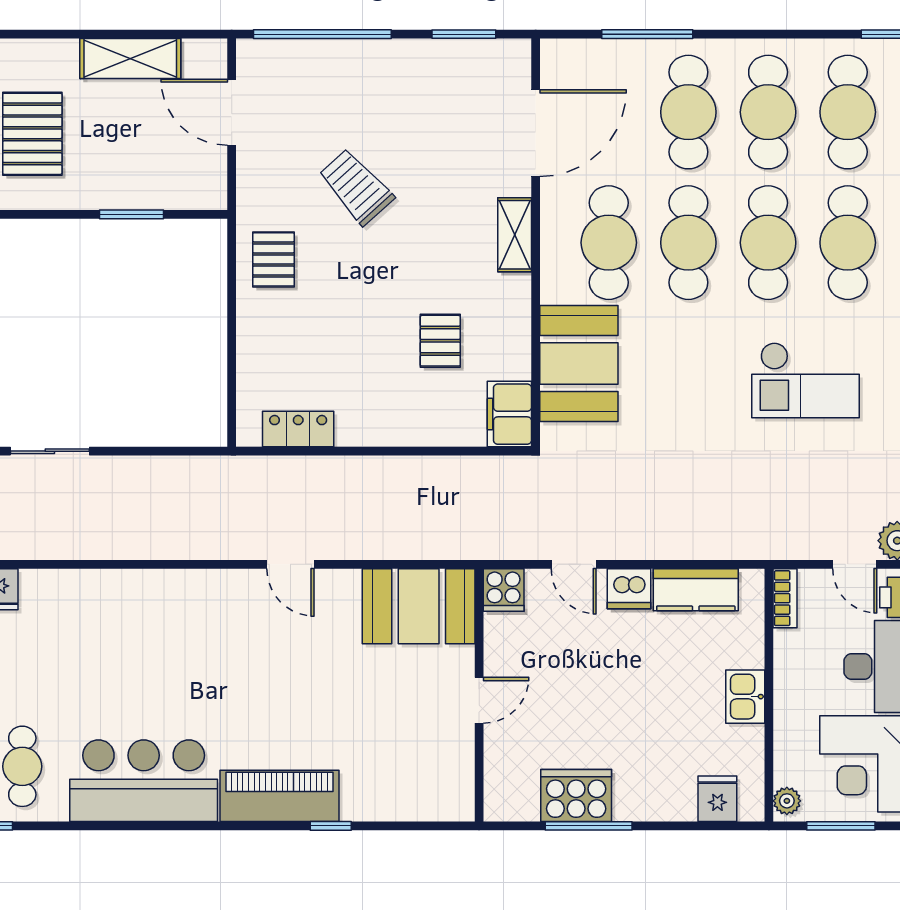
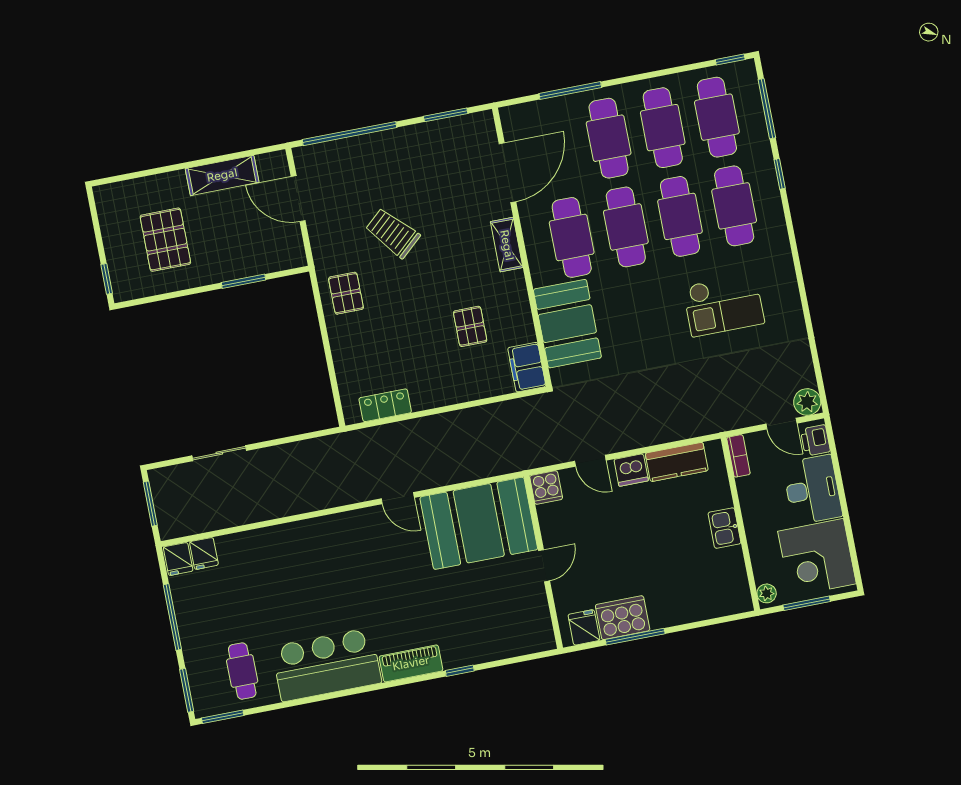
booth: (419, 606) -> (479, 523), width x1.36, depth x1.42
piano: (280, 796) -> (411, 663), width x0.73, depth x0.75
fridge: (717, 799) -> (584, 627), moved

